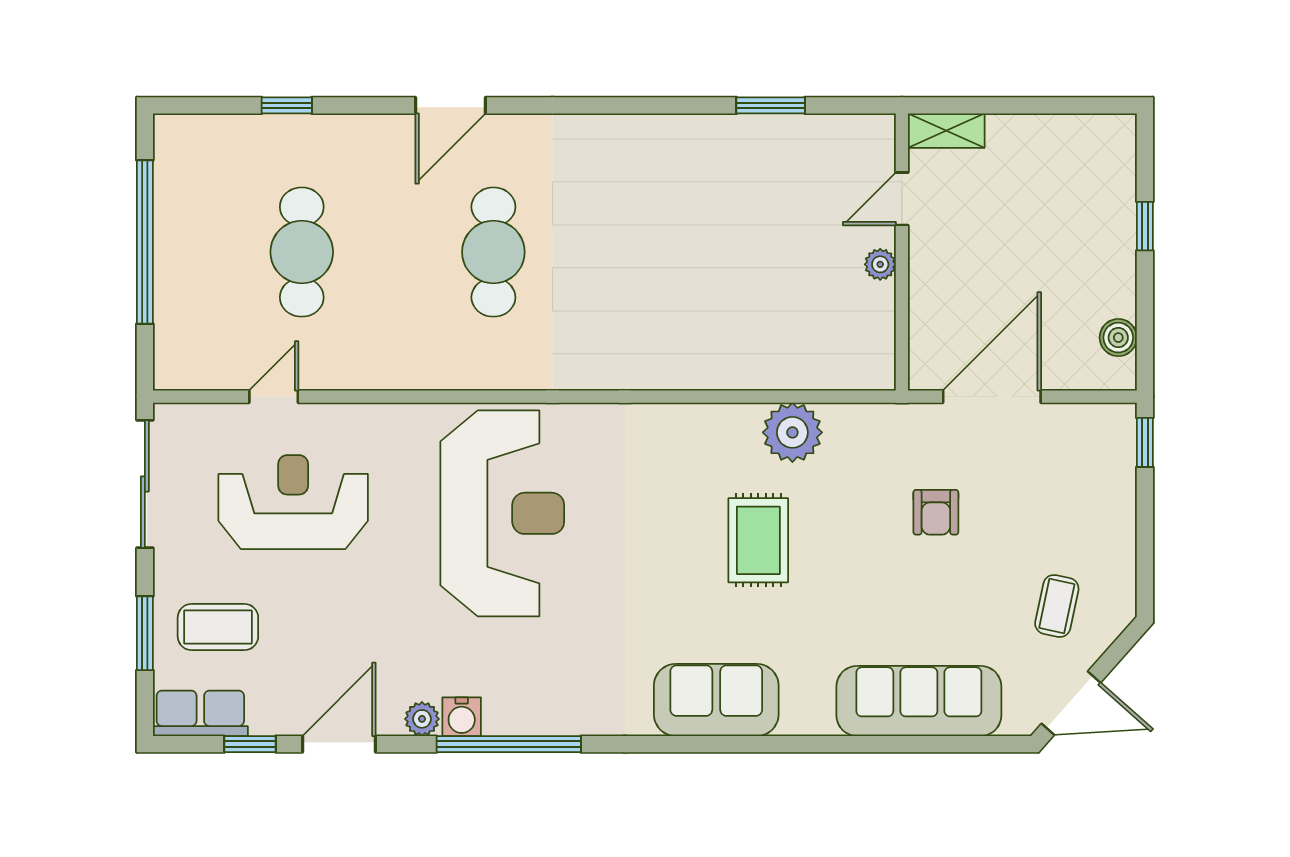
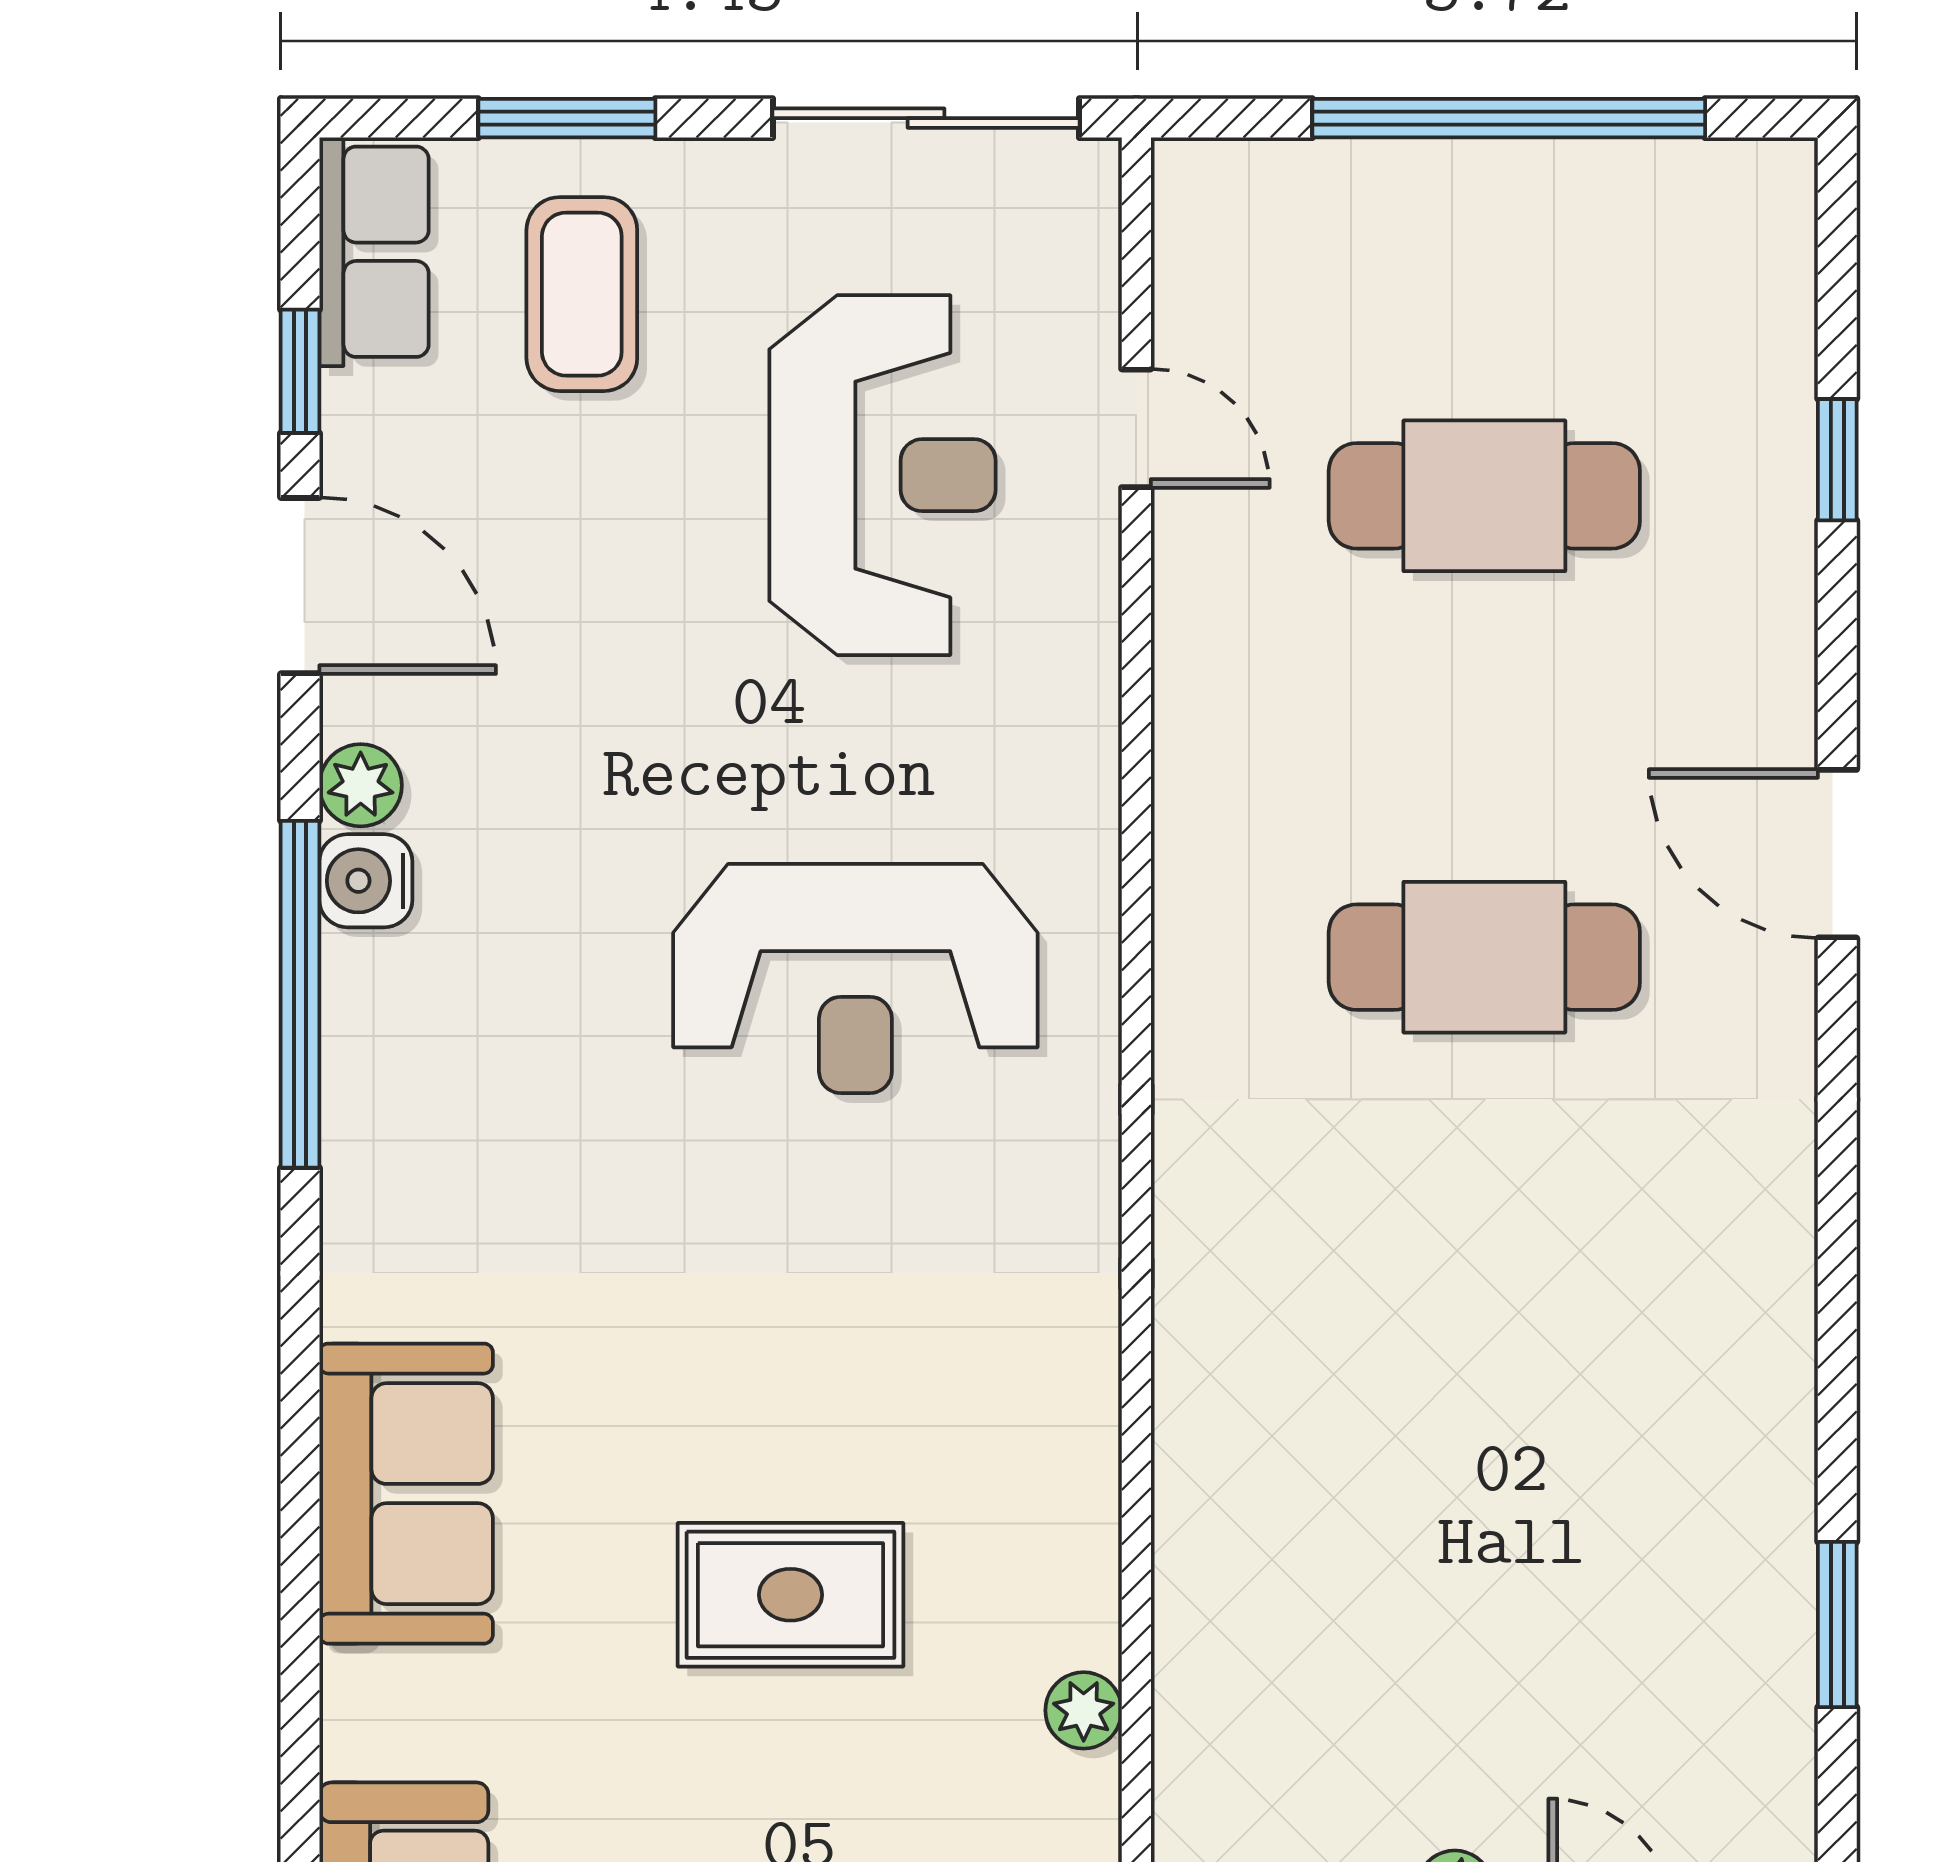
plant: (792, 432) -> (1084, 1710), width x0.53, depth x0.53
reception desk: (502, 513) -> (855, 979), width x0.74, depth x0.77

